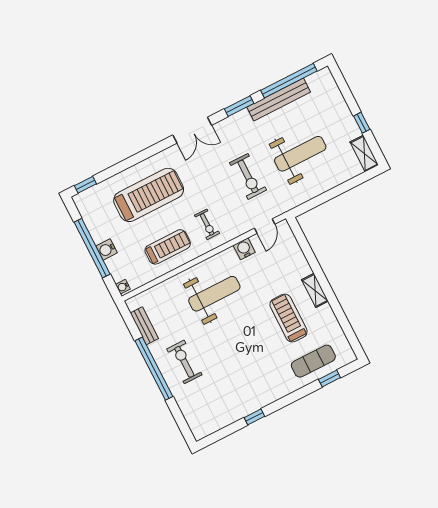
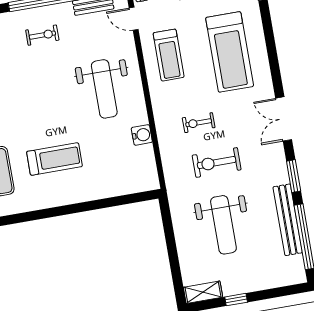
exercise bike: (207, 224) -> (199, 123), moved
door: (265, 226) -> (134, 19), moved
shelving: (315, 290) -> (75, 196), removed
exercise bike: (184, 362) -> (42, 35), width x0.73, depth x0.72

